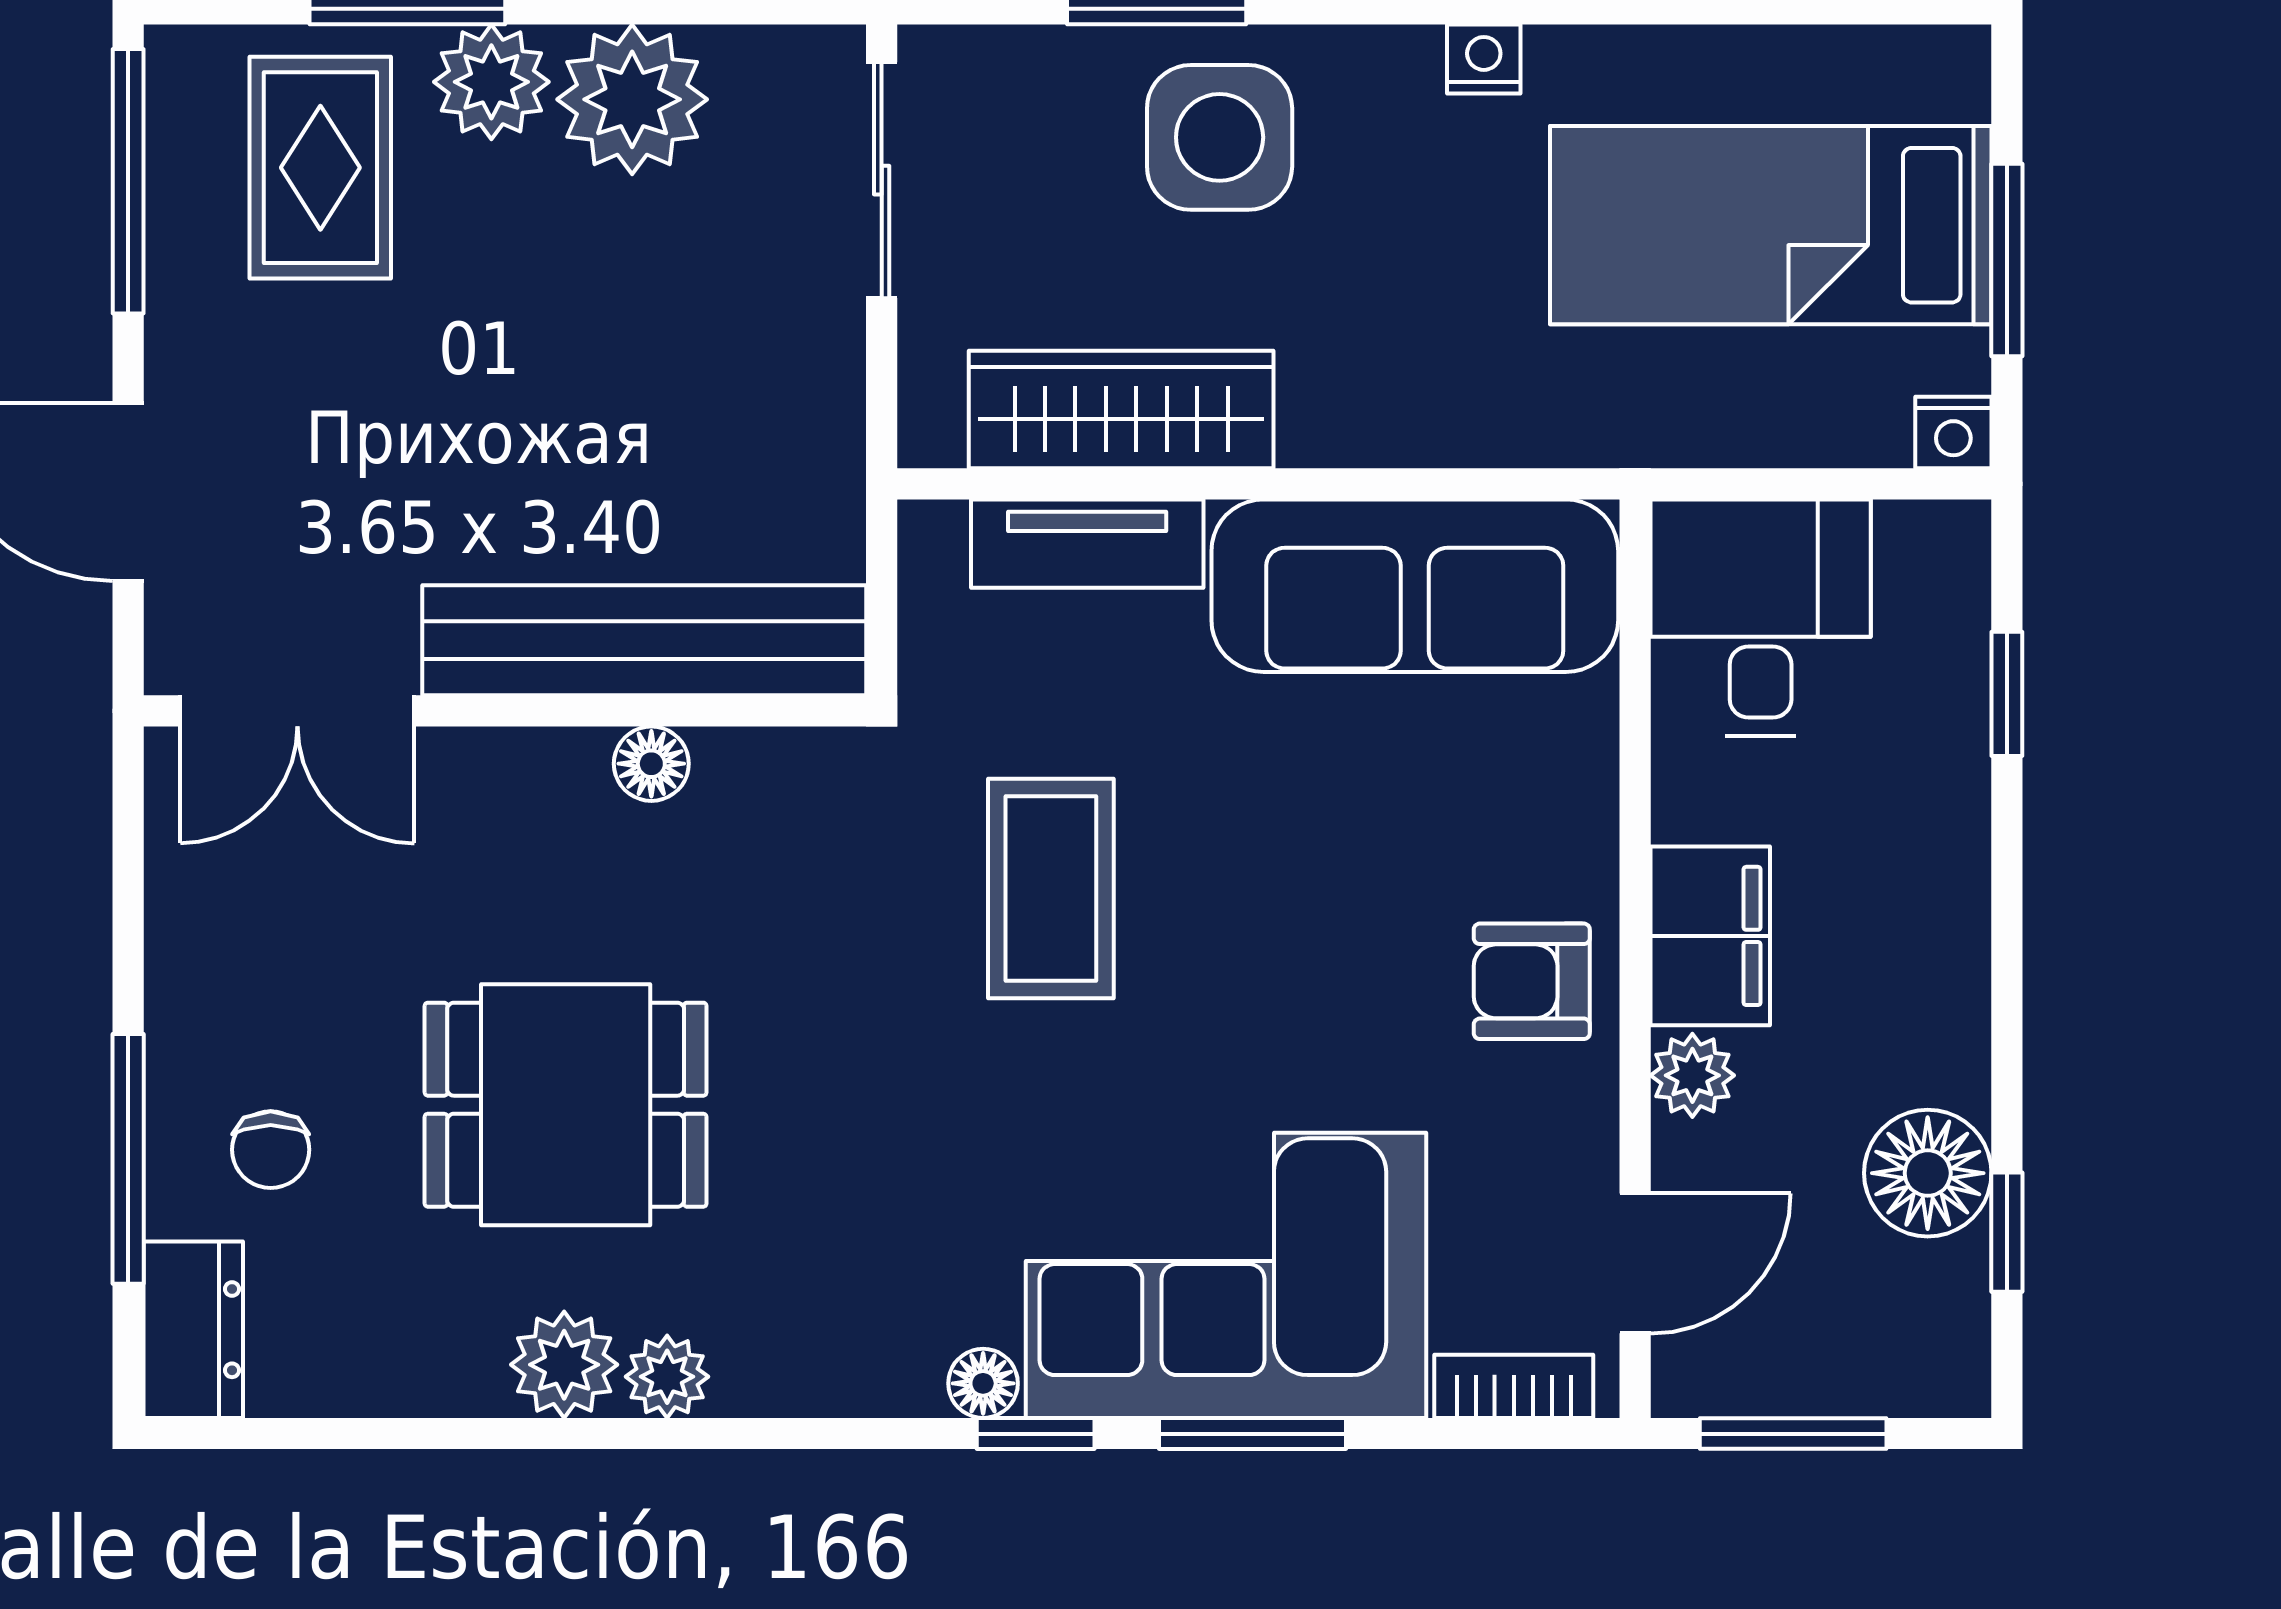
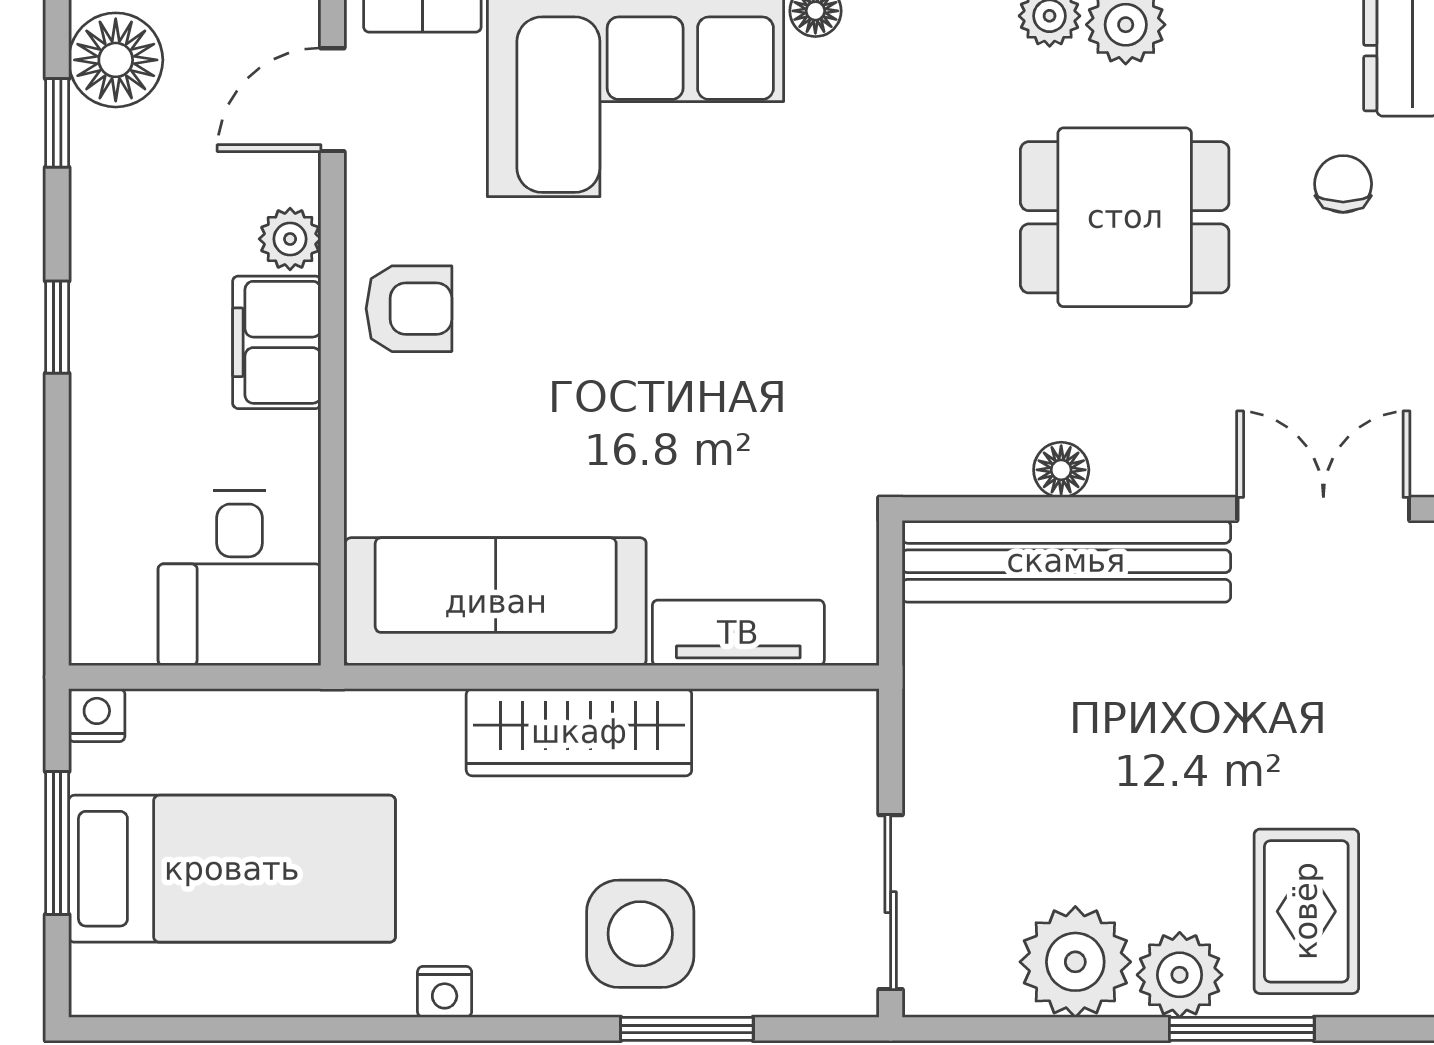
wardrobe: (1121, 410) -> (579, 732), moved
window: (2007, 694) -> (57, 327), moved
coffee table: (1051, 889) -> (765, 377), removed
floor lamp: (1928, 1173) -> (116, 60), moved

